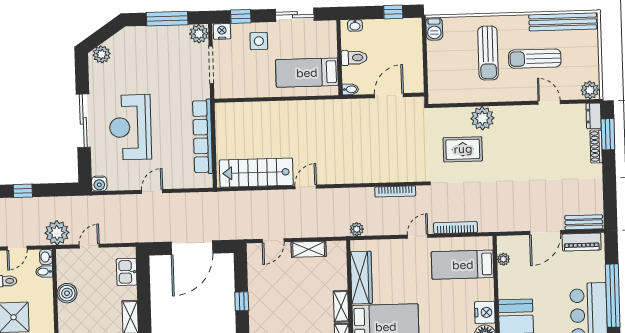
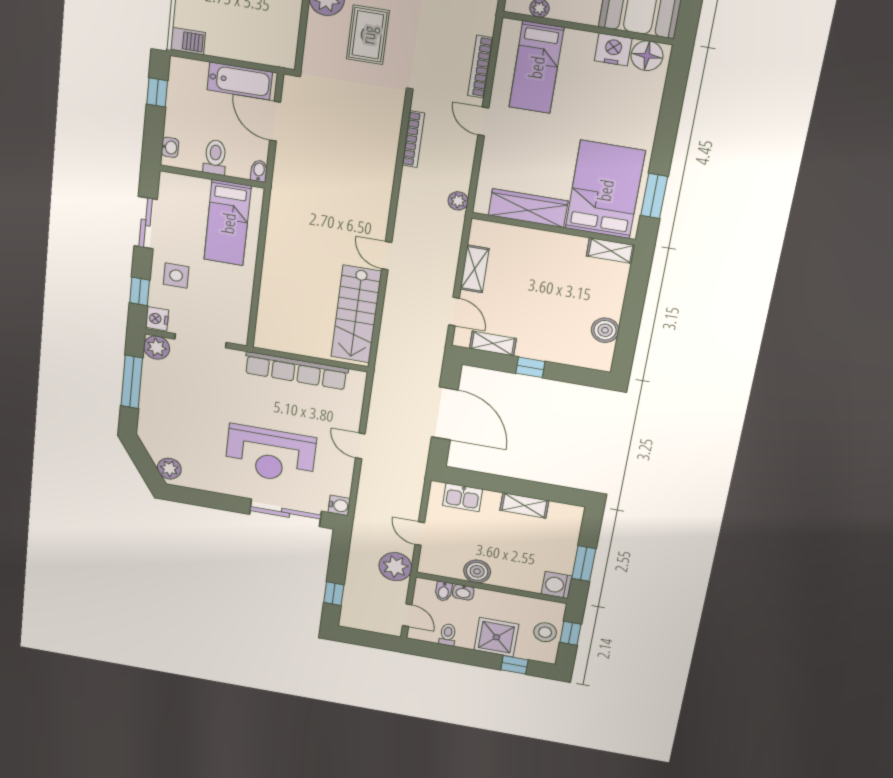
bathtub: (413, 68) -> (240, 81), added
sliding door: (83, 121) -> (285, 513), moved
washbasin: (46, 257) -> (463, 592), moved
shelving: (341, 306) -> (493, 343), moved

